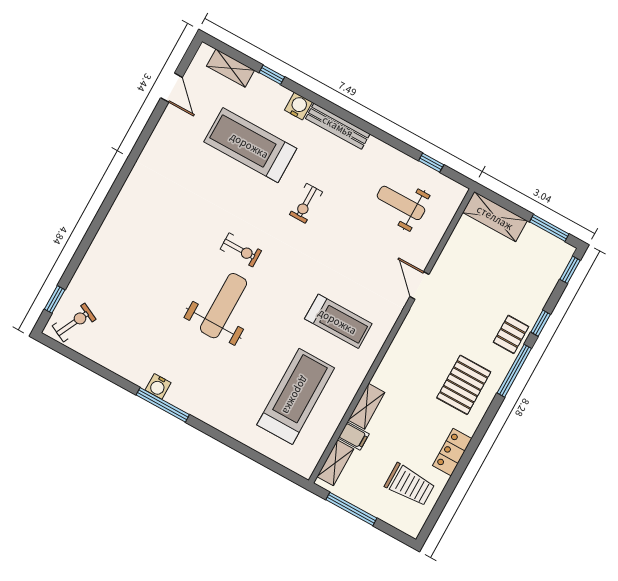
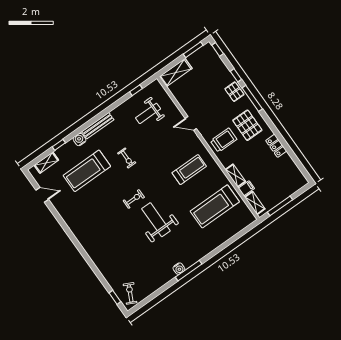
treadmill: (296, 396) -> (215, 206), turned -90
trolley: (410, 485) -> (224, 140), moved

